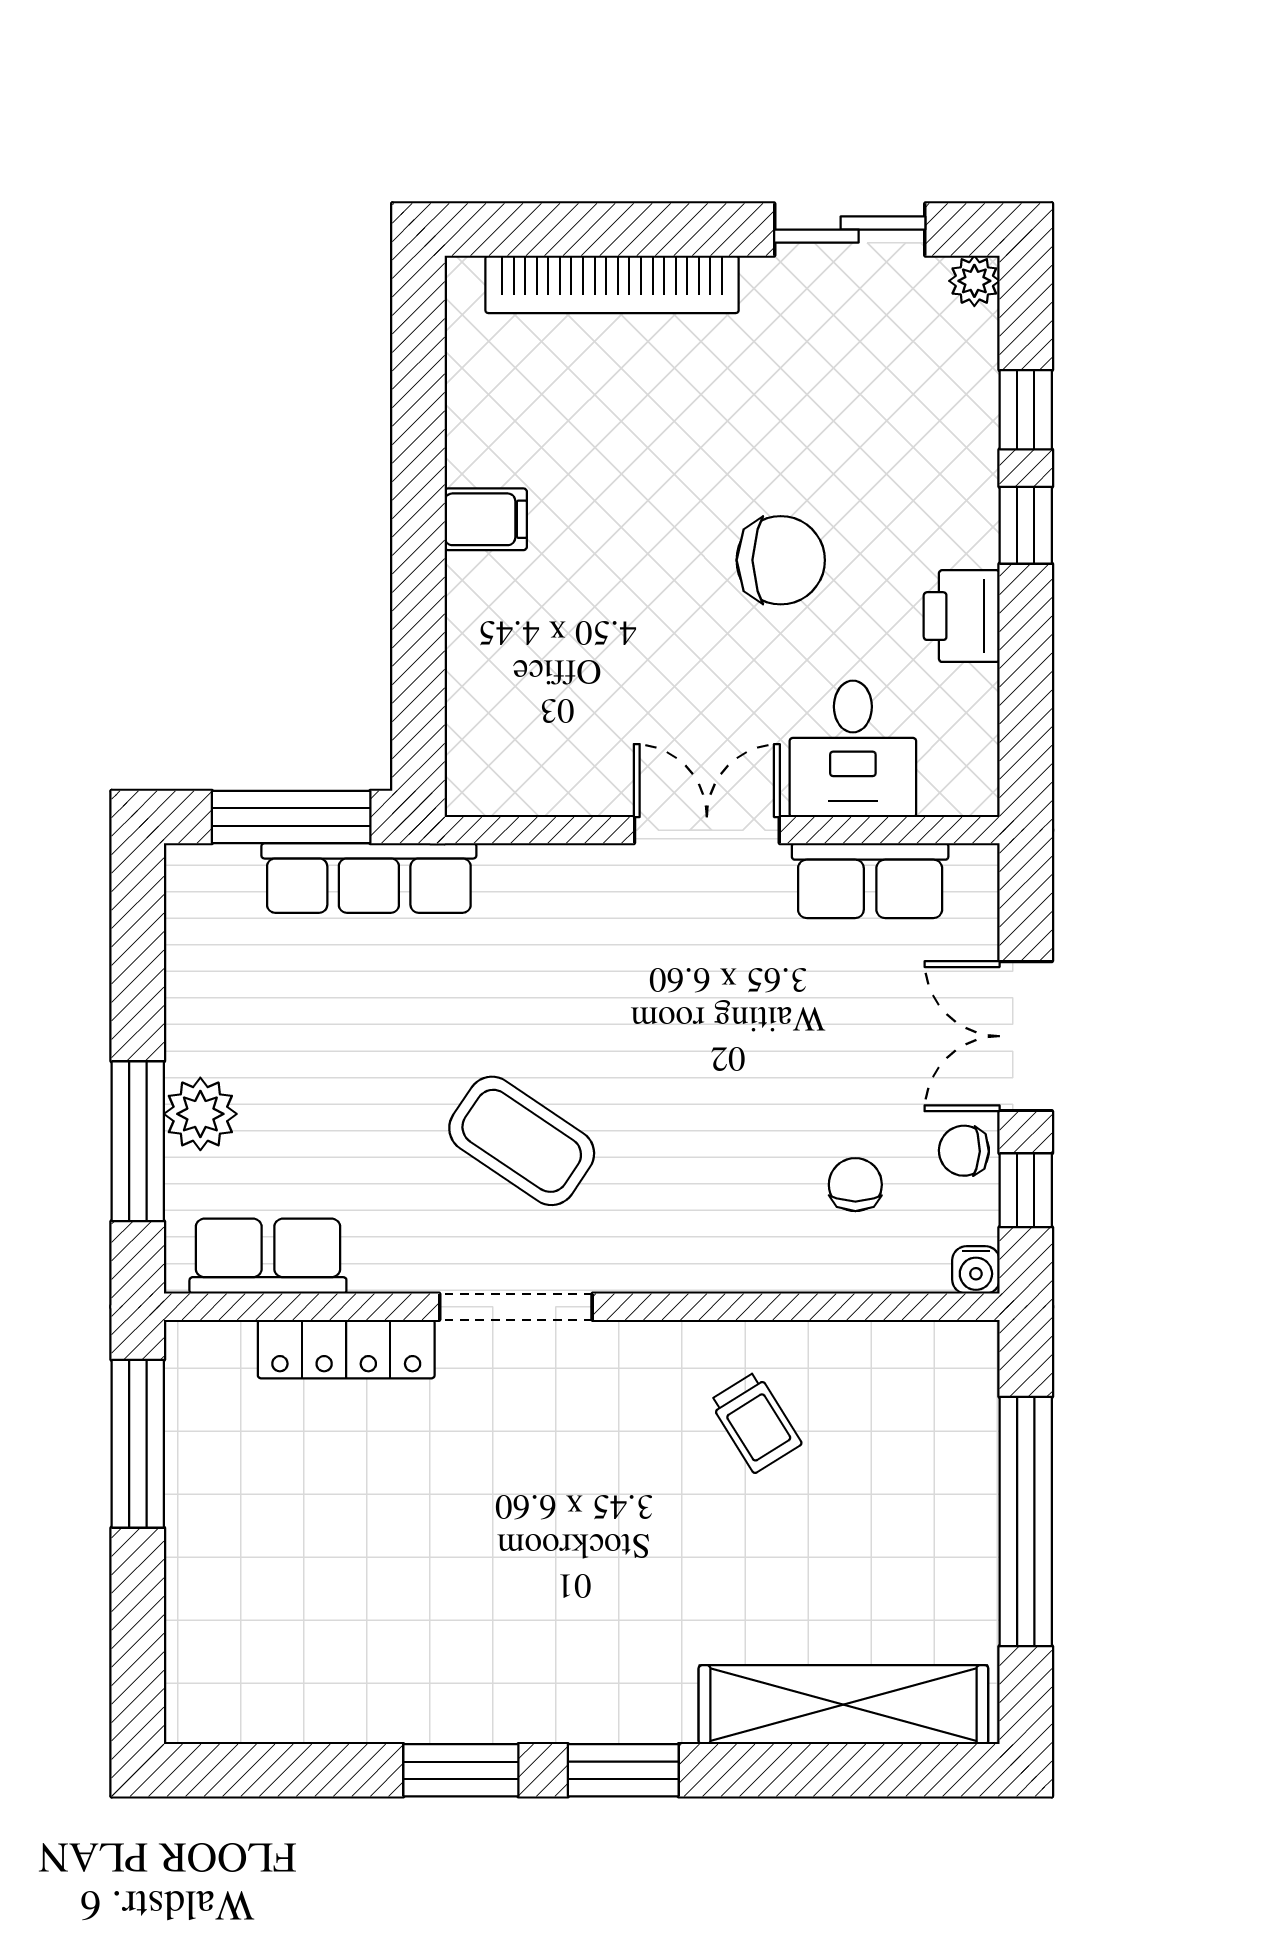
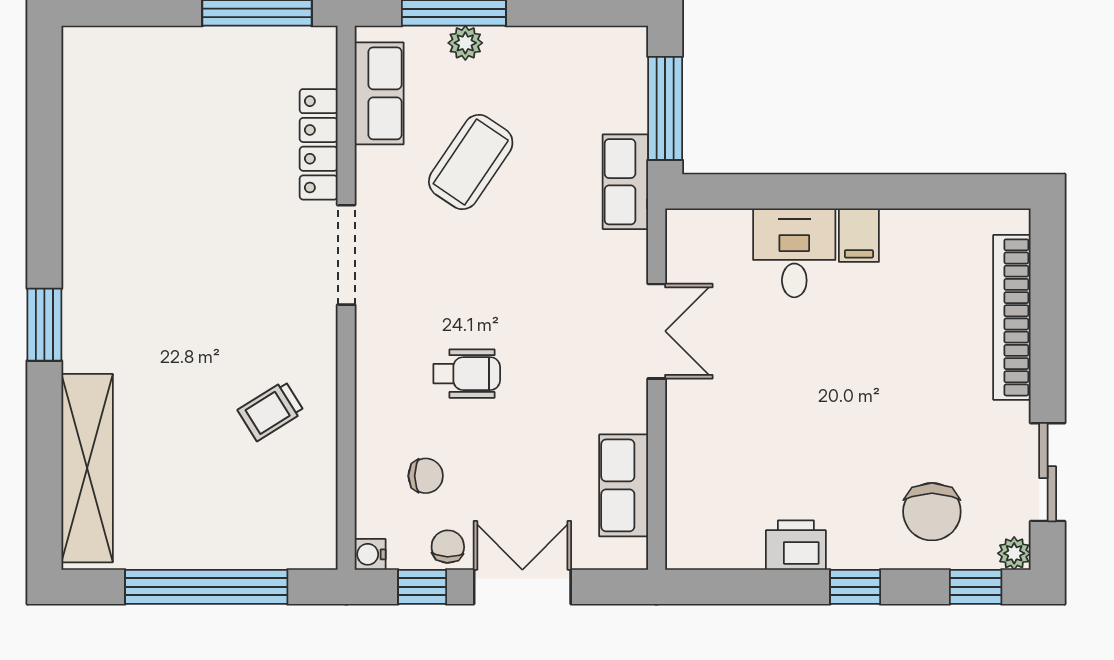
window: (1026, 410) -> (976, 587), moved
chair: (781, 560) -> (932, 512), moved
desk: (853, 749) -> (794, 253), moved, turned 90
double door: (707, 830) -> (657, 331), moved
row of seats: (369, 878) -> (625, 182), width x0.68
plant: (200, 1114) -> (465, 43), width x0.73, depth x0.73
wheelchair: (698, 1122) -> (467, 374), added
coffee table: (522, 1141) -> (471, 162), moved
window: (461, 1770) -> (44, 219), removed

